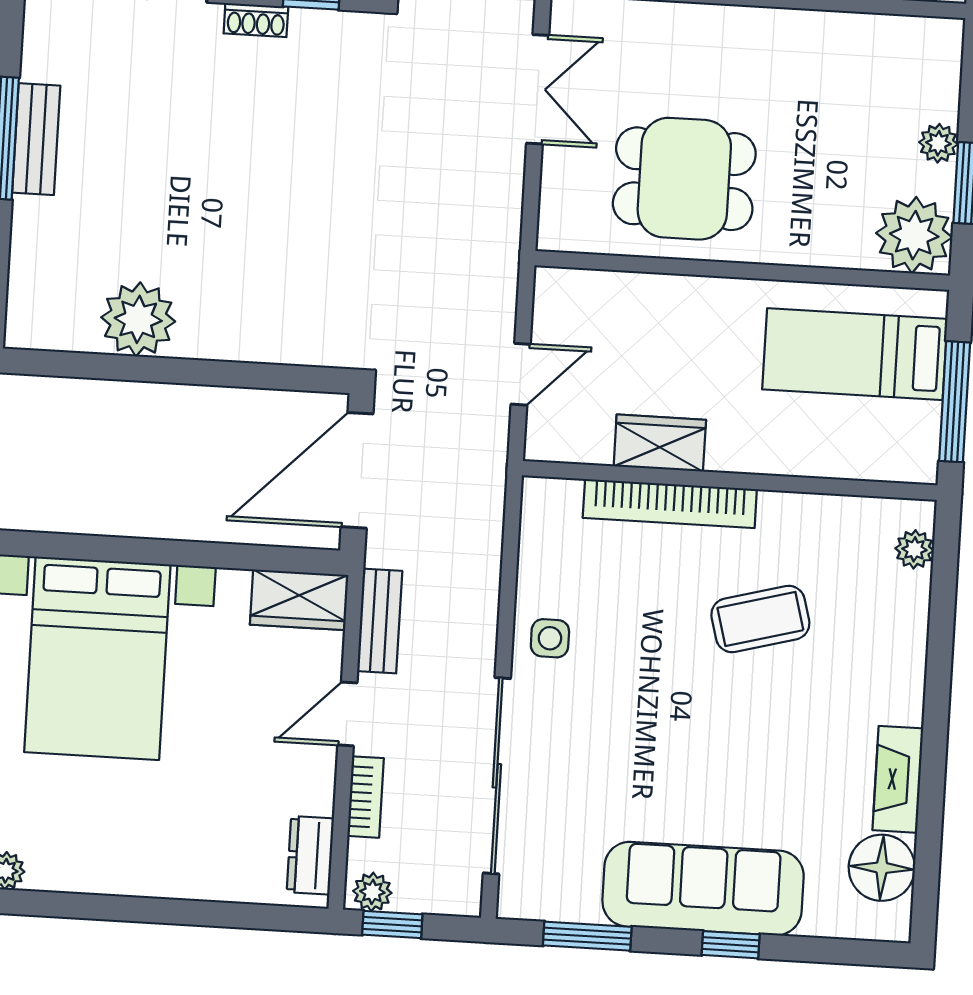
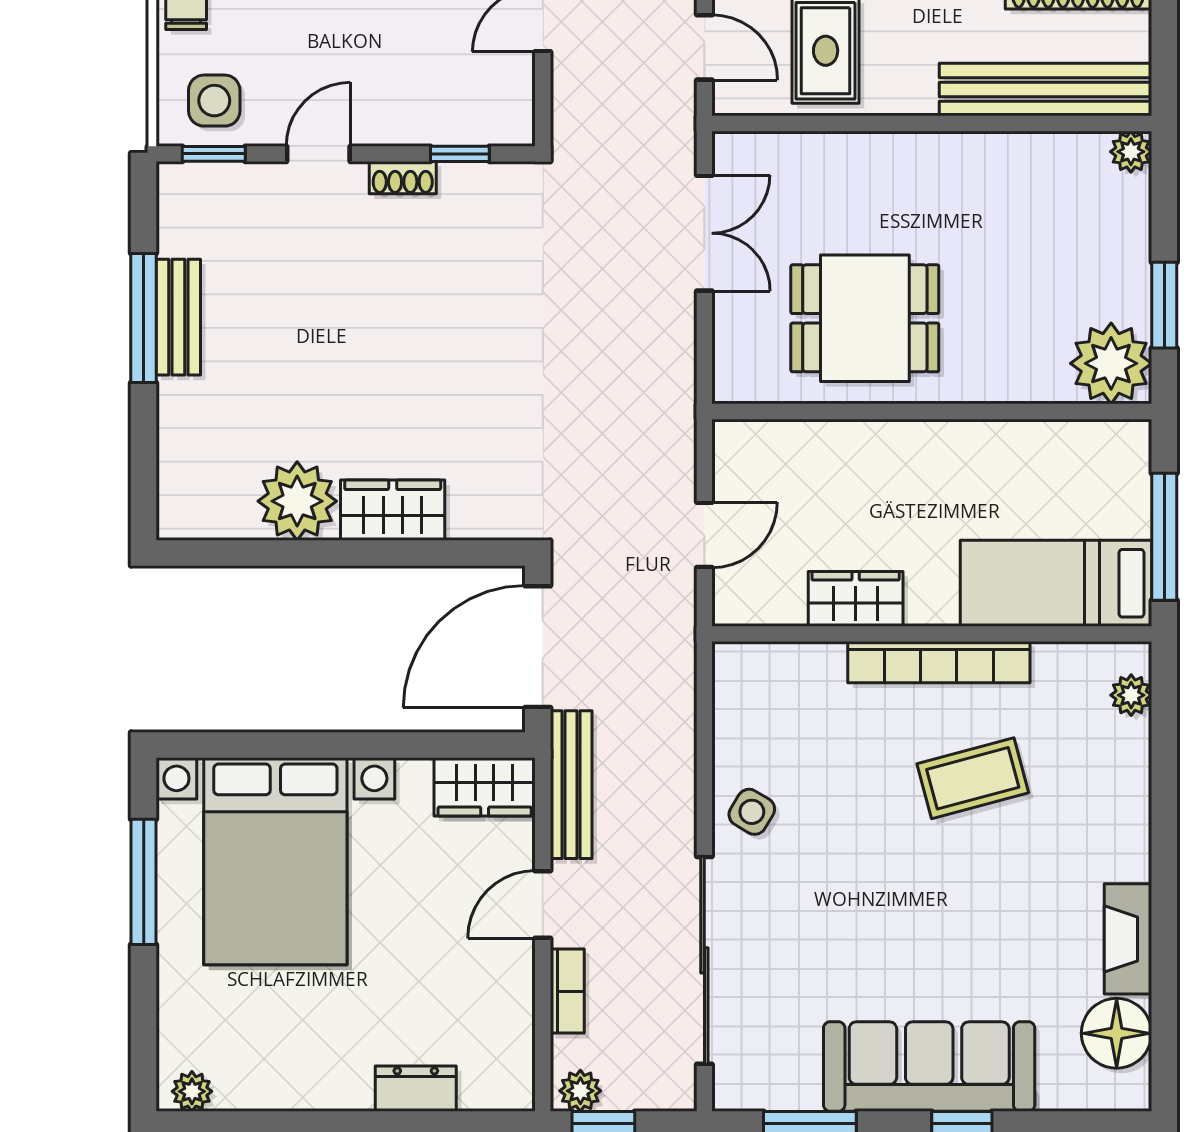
plant: (938, 143) -> (1131, 152), moved
wardrobe: (228, 333) -> (393, 510), added
bed: (855, 354) -> (1056, 583), moved
bookcase: (670, 504) -> (939, 662), moved
bench: (380, 621) -> (571, 785), width x1.36
side table: (550, 638) -> (752, 812), turned 31
dresser: (310, 855) -> (416, 1089), moved, turned 90

